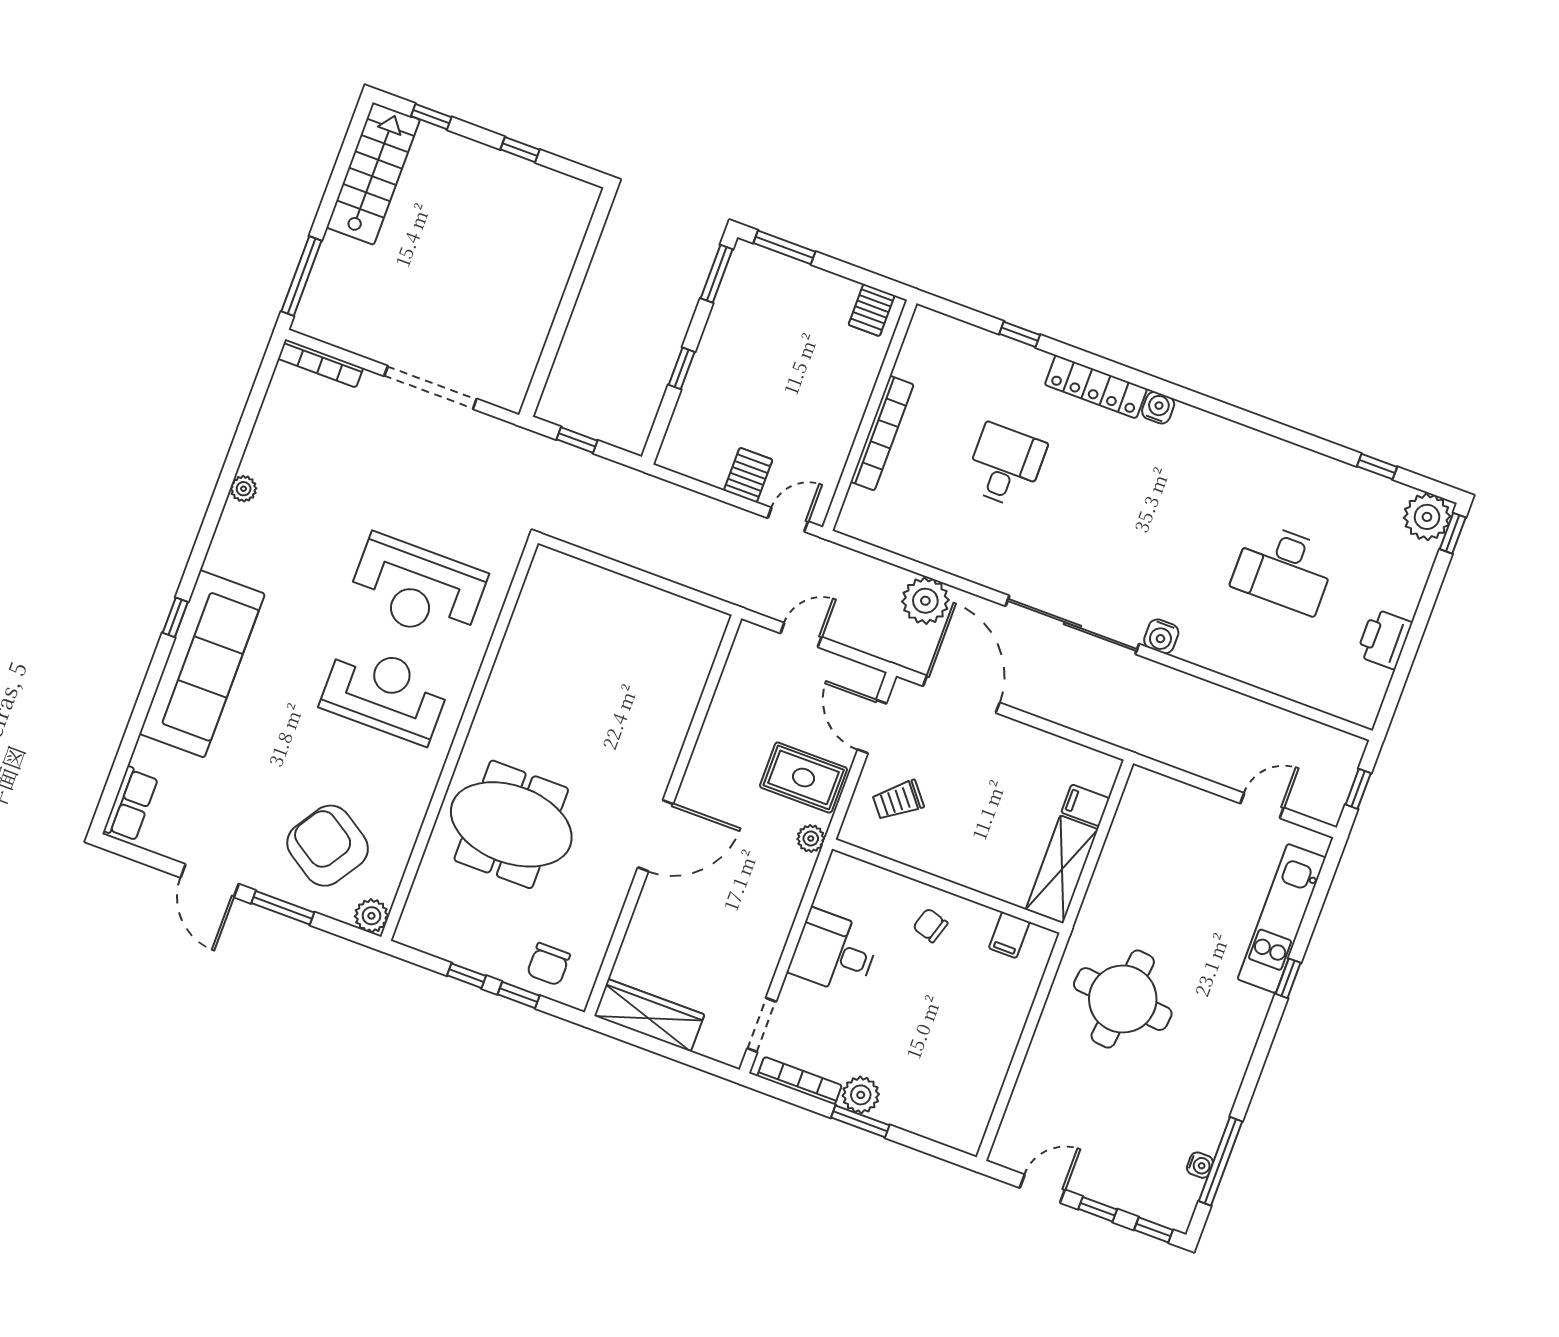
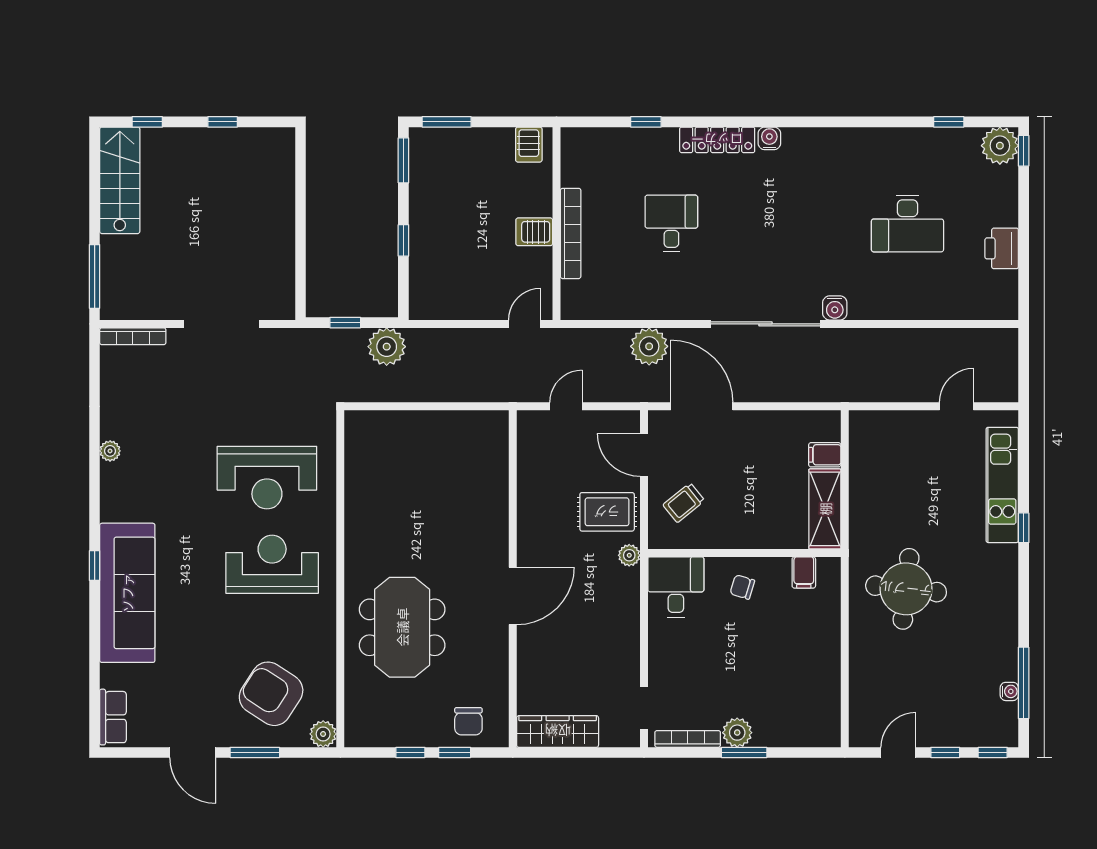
server rack: (748, 475) -> (534, 232), moved, turned -90
plant: (616, 486) -> (387, 347), added
window: (1358, 789) -> (1024, 367), removed
meeting table: (511, 824) -> (402, 627), turned 90
desk: (834, 952) -> (676, 587), moved, turned 90

